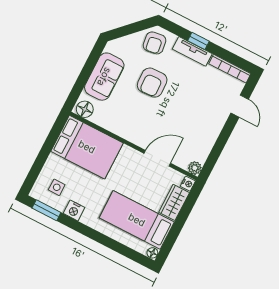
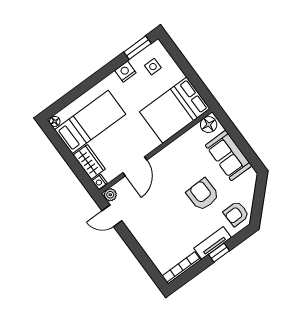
armchair: (155, 43) -> (236, 214), turned -83
door: (240, 106) -> (112, 216), moved

